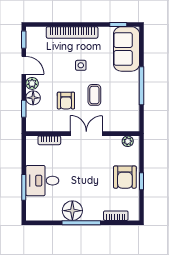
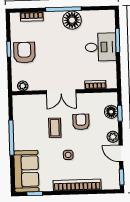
floor lamp: (33, 98) -> (111, 112), moved

